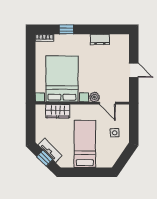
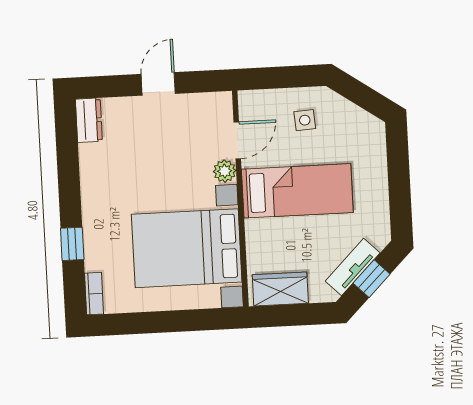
dresser: (100, 39) -> (89, 120), moved
wardrobe: (58, 111) -> (280, 289), moved, turned -90
bed: (85, 144) -> (297, 191), moved, turned 180

